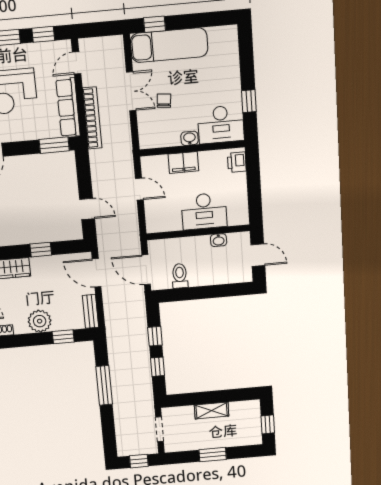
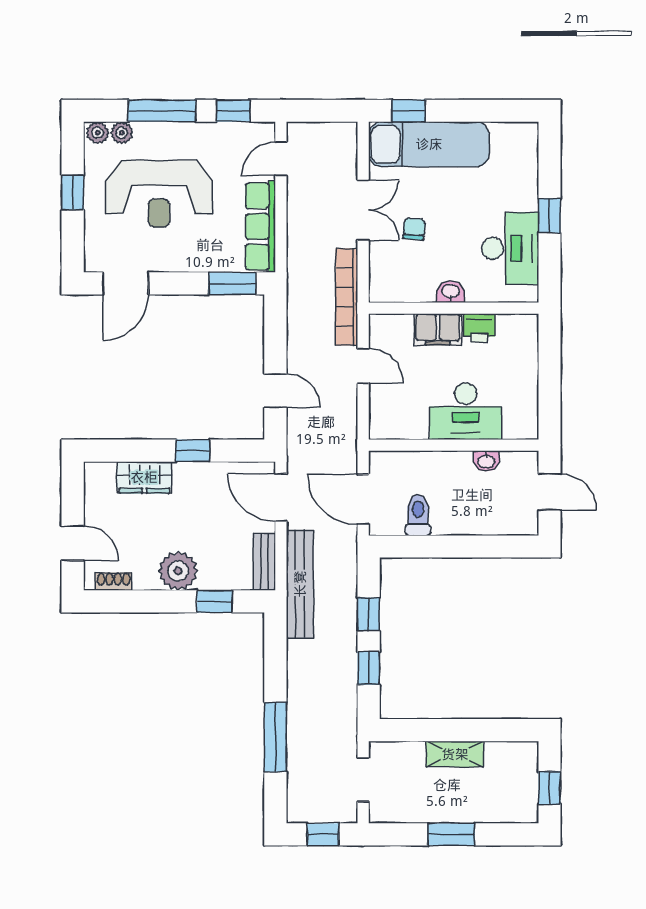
window: (249, 101) -> (549, 216), moved
bookcase: (92, 118) -> (347, 297), moved, turned 180
desk: (221, 124) -> (510, 248), moved, turned -90
printer: (237, 162) -> (479, 328), moved, turned -90
bench: (113, 323) -> (300, 584), added
window: (104, 385) -> (275, 737), moved

